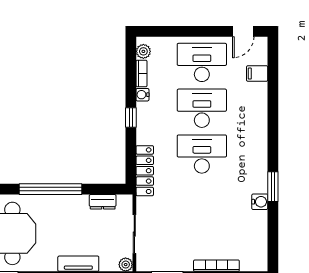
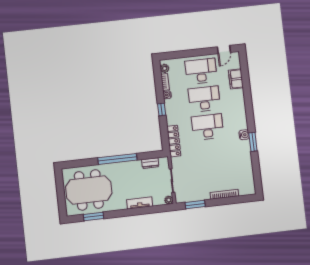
filing cabinet: (257, 74) -> (236, 79), width x2.00
water cooler: (260, 202) -> (244, 135), moved

